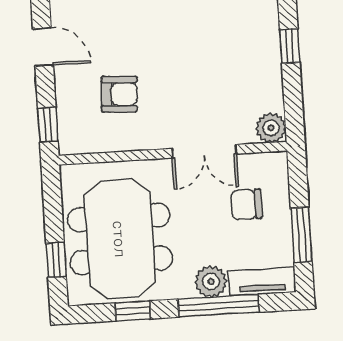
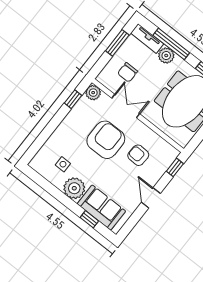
window: (290, 46) -> (73, 99), moved
armchair: (189, 74) -> (106, 140), added
chair: (246, 204) -> (128, 72), turned 90

